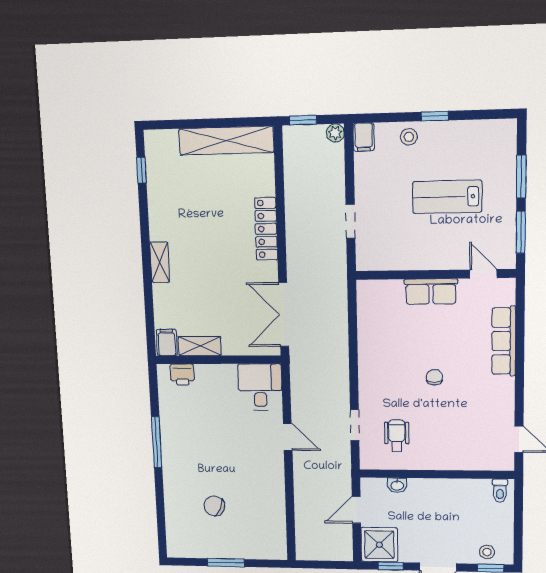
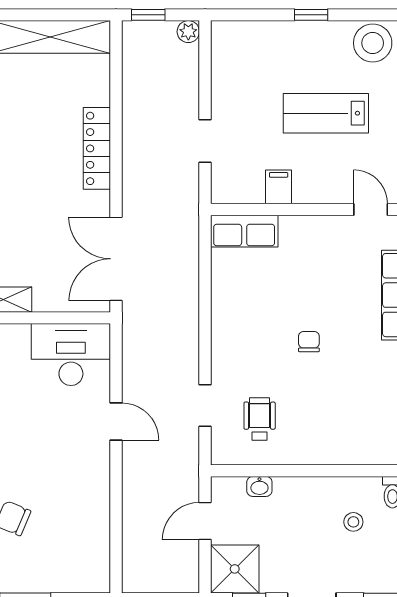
filing cabinet: (364, 137) -> (279, 187), moved, turned 180
stool: (409, 137) -> (373, 43), moved, width x1.89, depth x1.89
row of seats: (431, 292) -> (244, 231), moved
desk: (260, 387) -> (71, 355), width x1.37
stool: (487, 552) -> (353, 522), moved

